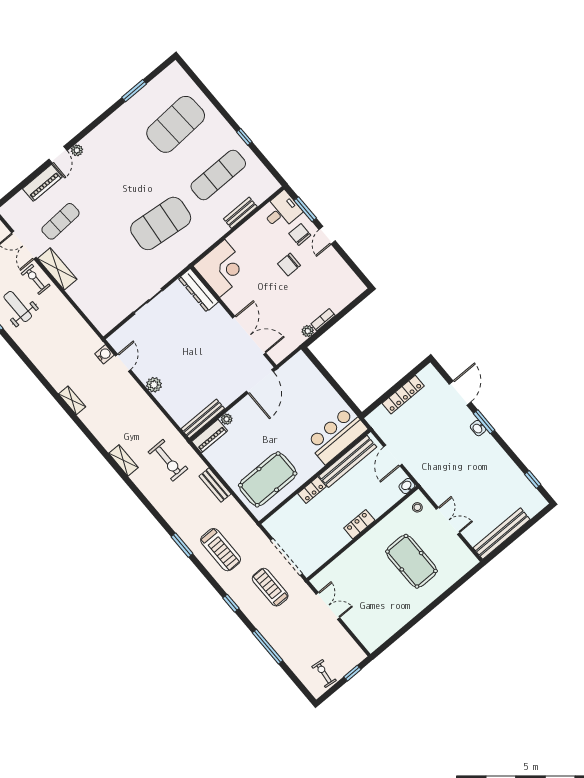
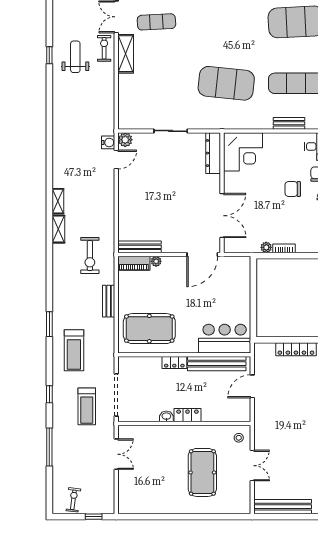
plant: (154, 385) -> (125, 140), moved
shelving: (72, 400) -> (58, 201), moved
washbasin: (407, 486) -> (166, 416), moved
treadmill: (270, 587) -> (87, 406), turned 180

